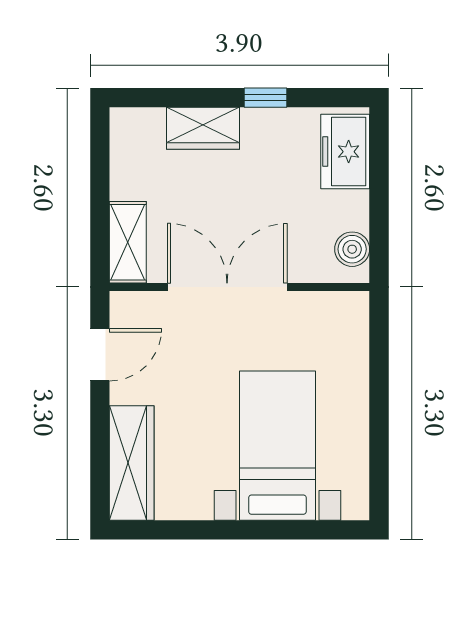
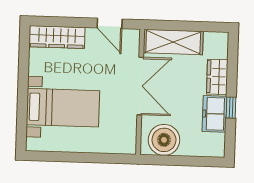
freezer: (345, 152) -> (214, 114), moved, turned -90
shelving: (128, 242) -> (173, 42), width x1.50, depth x1.33
boiler: (352, 249) -> (164, 140), width x1.86, depth x1.86

